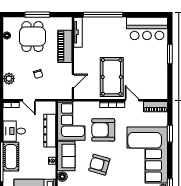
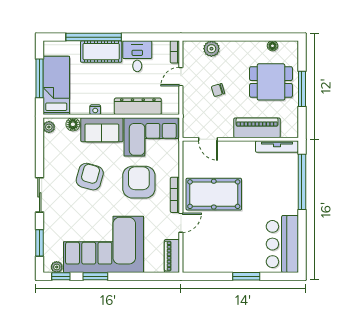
window: (170, 134) -> (95, 276), moved

